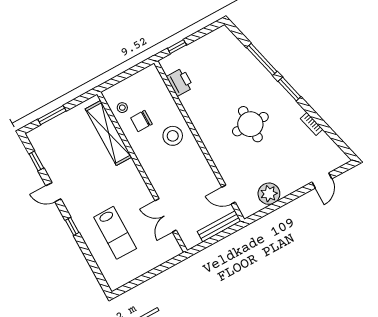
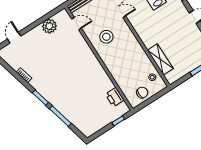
chair: (141, 121) -> (142, 93), moved
round table: (250, 124) -> (65, 72), removed
shelving: (109, 133) -> (160, 59), width x0.68
stool: (173, 136) -> (106, 37), moved

